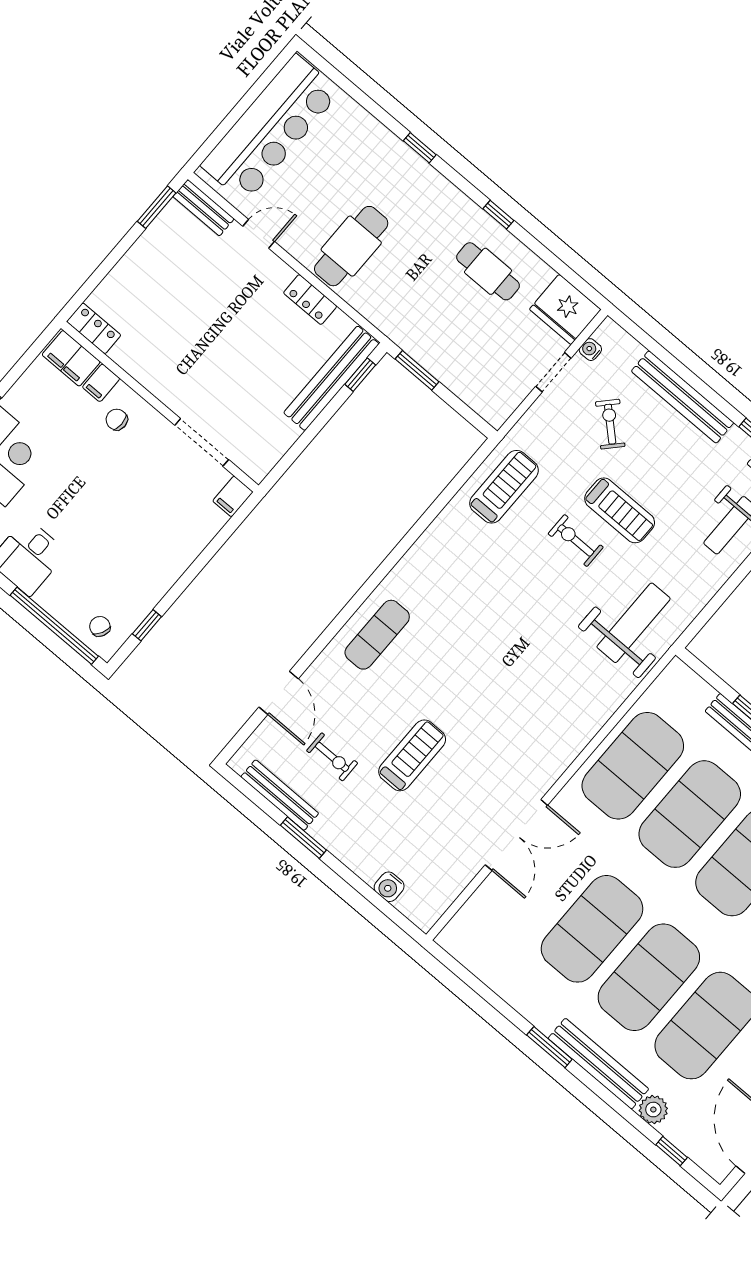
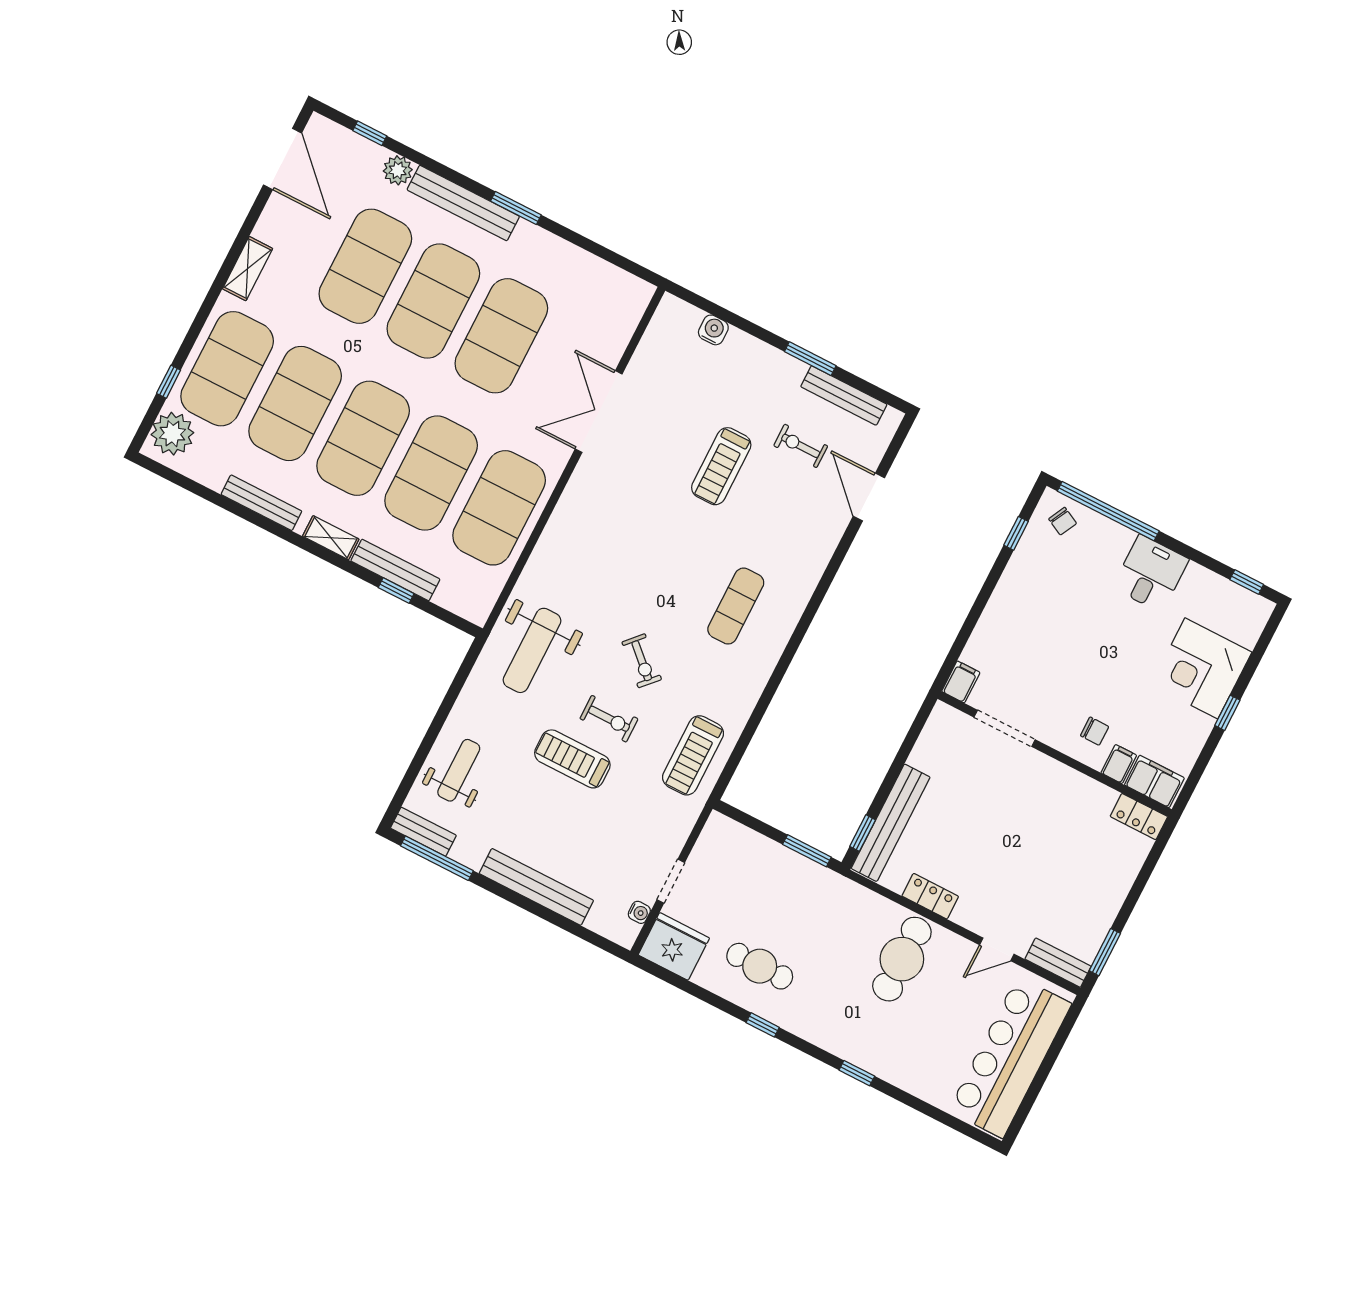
exercise bike: (610, 424) -> (642, 661), moved
exercise mat: (377, 635) -> (736, 606), moved

